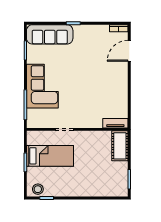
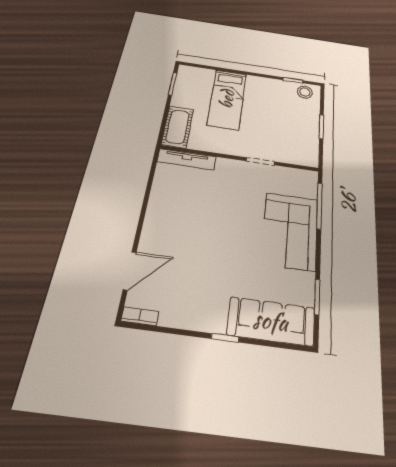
tv unit: (115, 123) -> (187, 159), width x1.41
bed: (50, 156) -> (227, 99), moved, turned -90

